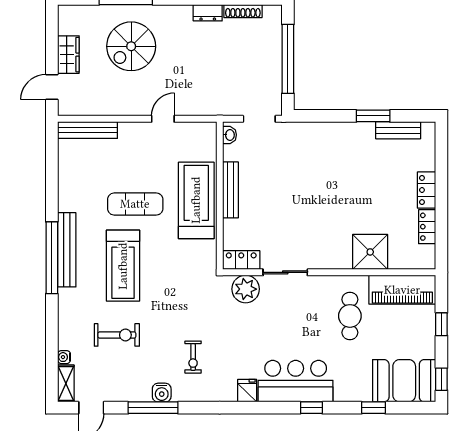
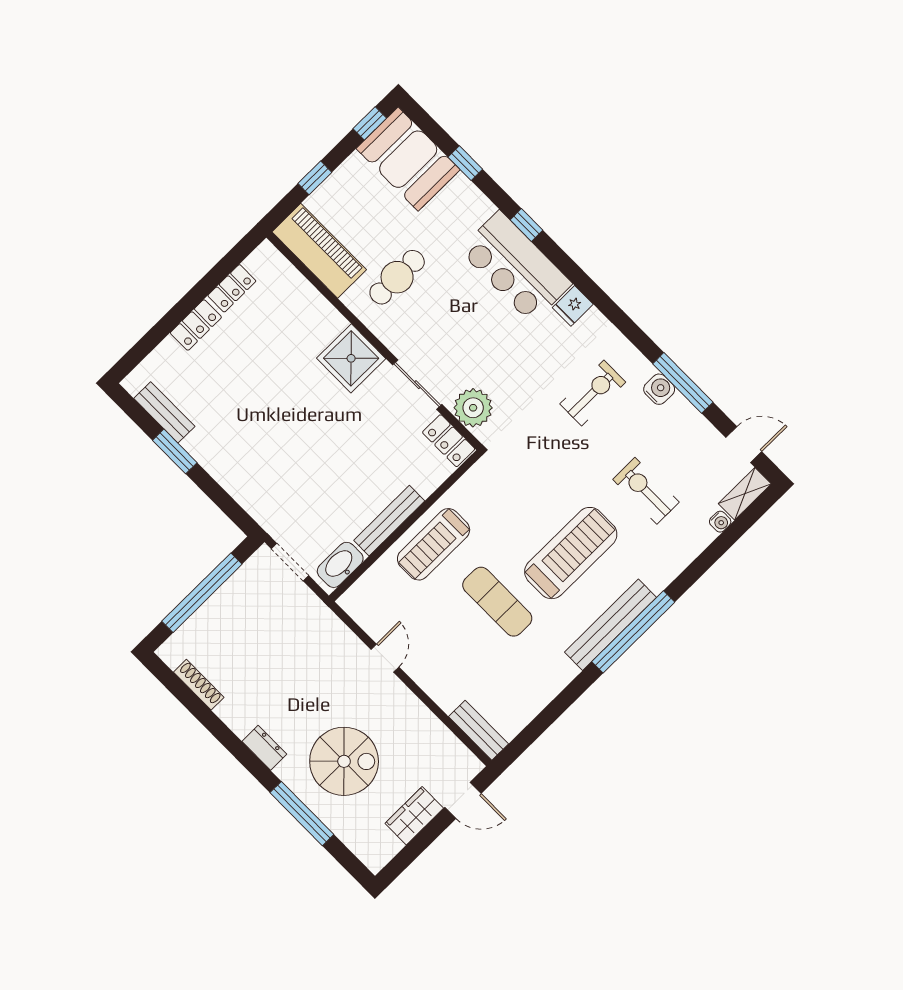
dresser: (208, 13) -> (264, 748), moved
door: (163, 119) -> (385, 658), swing flipped
bench: (87, 130) -> (479, 730), width x0.73
washbasin: (230, 135) -> (340, 565), width x1.91, depth x1.45
treadmill: (196, 200) -> (434, 544), width x0.73, depth x0.73
shower: (370, 252) -> (351, 358), moved
exercise bike: (193, 357) -> (593, 393), width x1.38, depth x1.39

